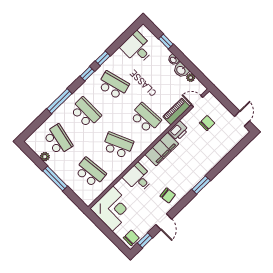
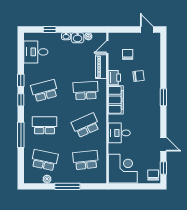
chair: (168, 195) -> (138, 76), moved

